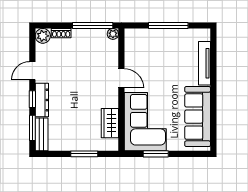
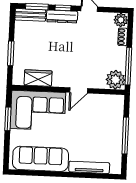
plant: (113, 34) -> (115, 80), width x1.88, depth x1.88

